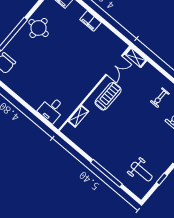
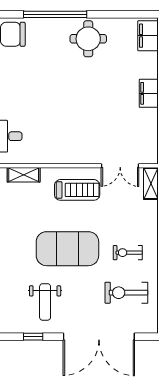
exercise mat: (133, 125) -> (67, 249), added
weight bench: (142, 172) -> (45, 302), moved

